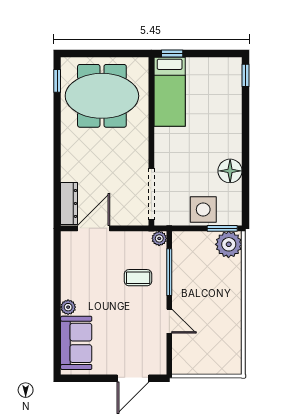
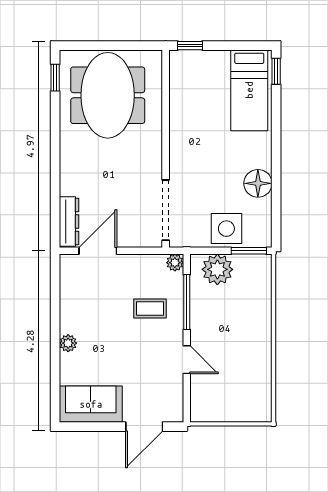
bed: (170, 92) -> (249, 90), moved
meeting table: (102, 96) -> (108, 95), turned 90
plant: (229, 244) -> (217, 269), moved
sofa: (76, 343) -> (91, 404), moved, turned -90

